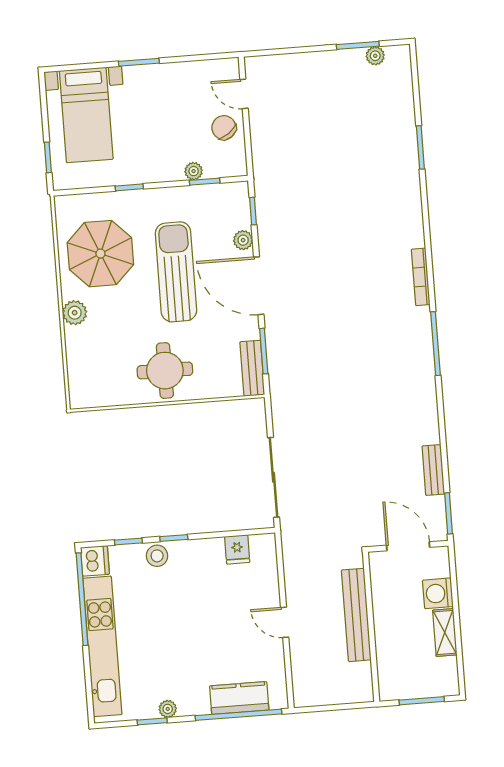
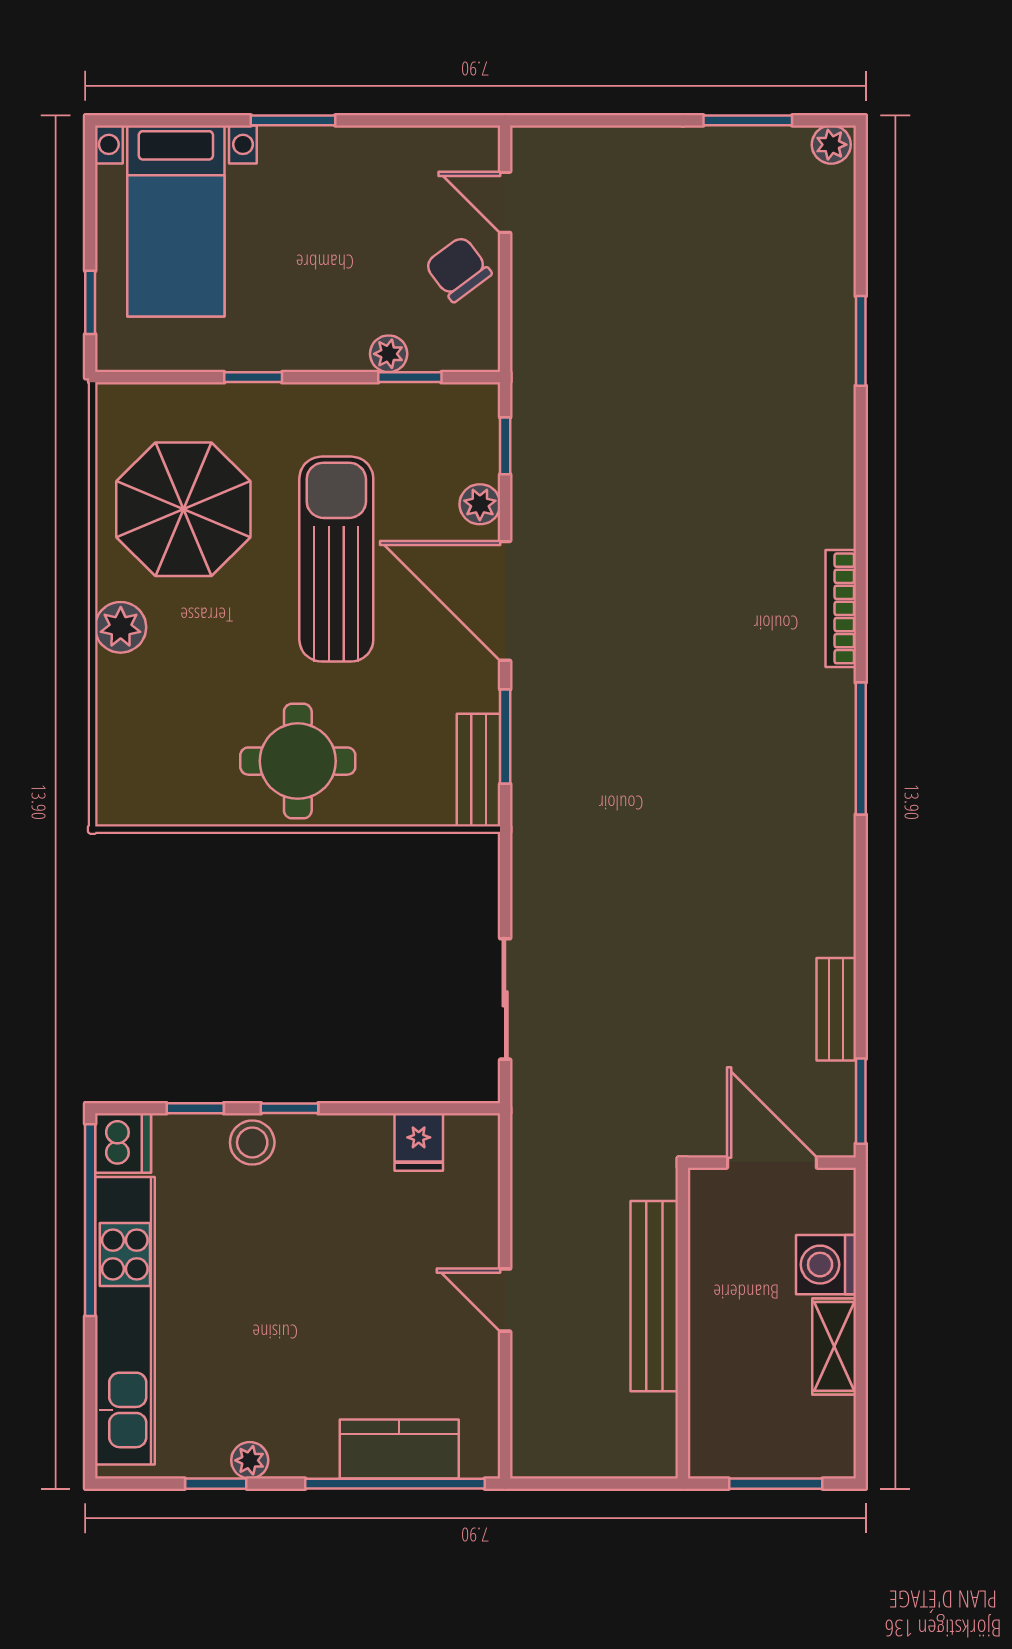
plant: (375, 56) -> (831, 145), moved
sliding door: (274, 477) -> (505, 999), width x0.73

